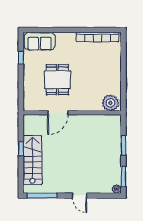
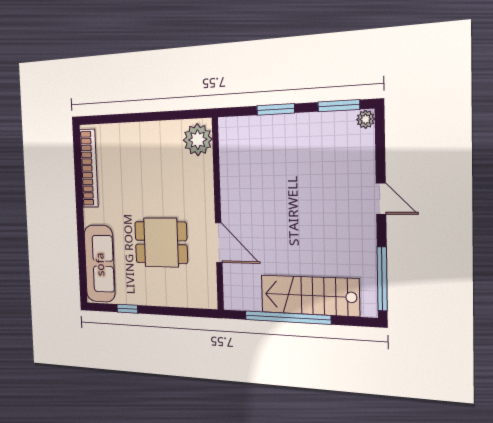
sofa: (40, 41) -> (100, 264), width x1.36
window: (21, 149) -> (287, 318), width x3.17
door: (79, 196) -> (381, 199), hinge flipped

